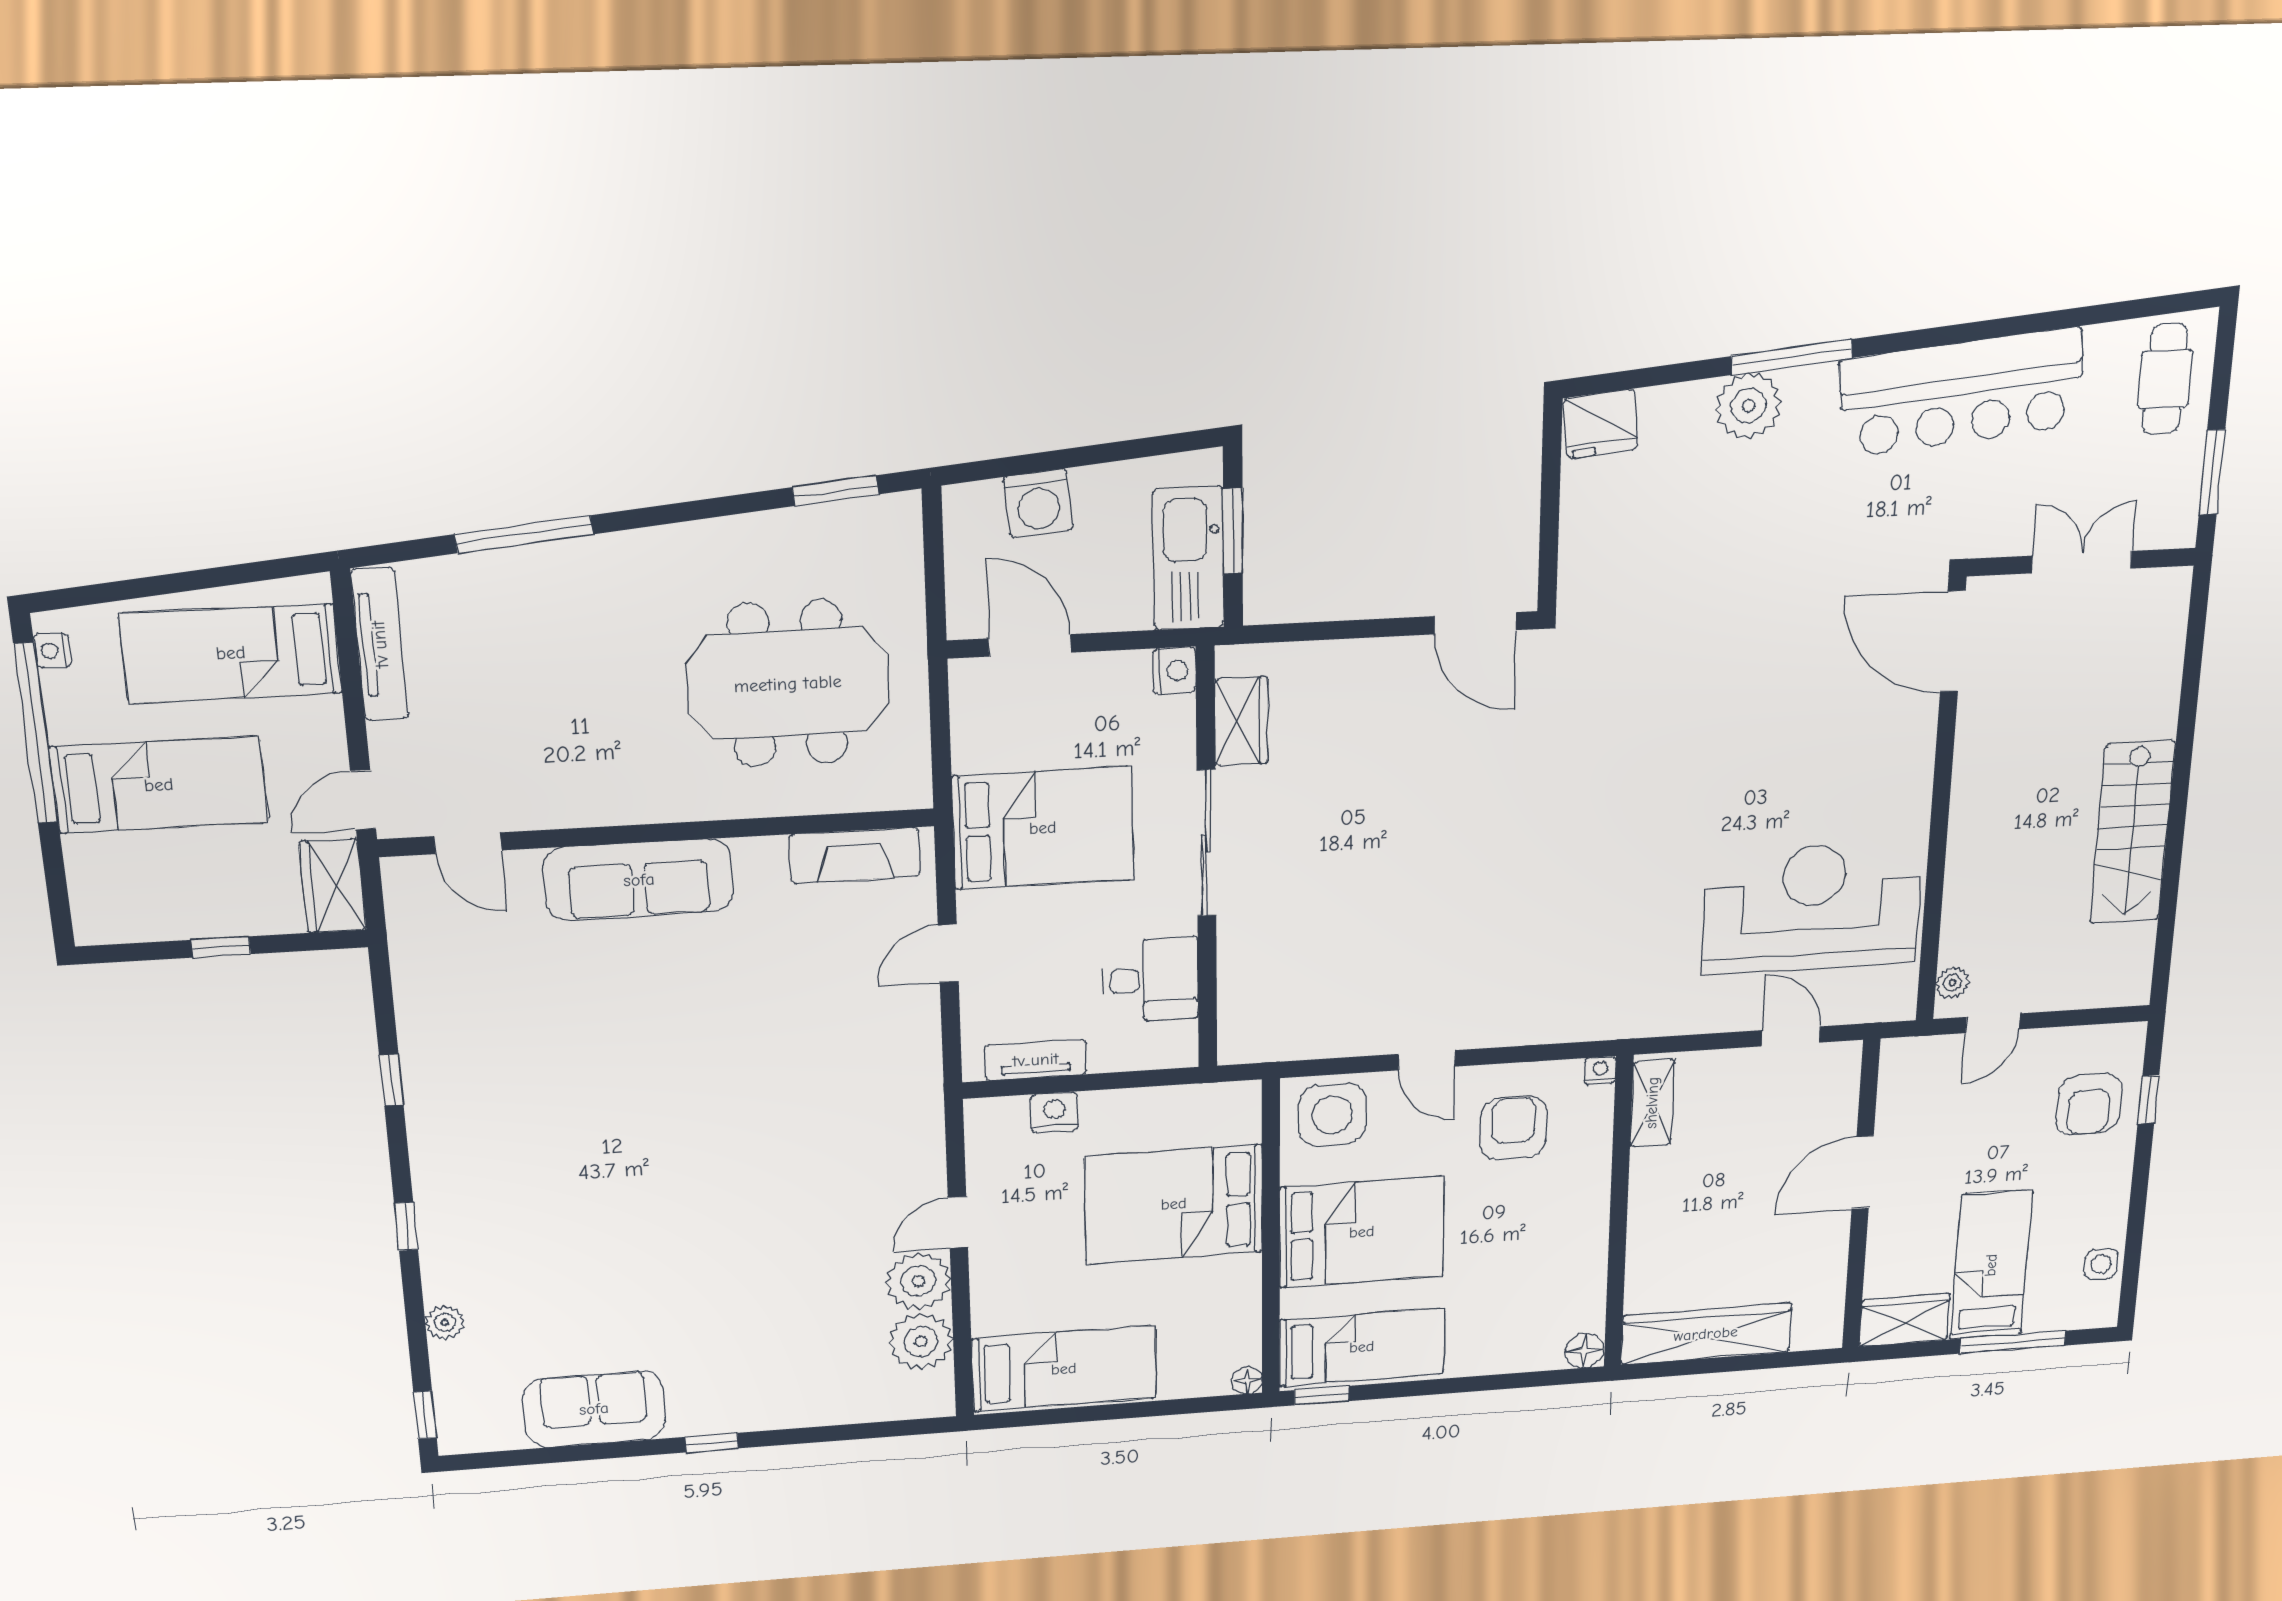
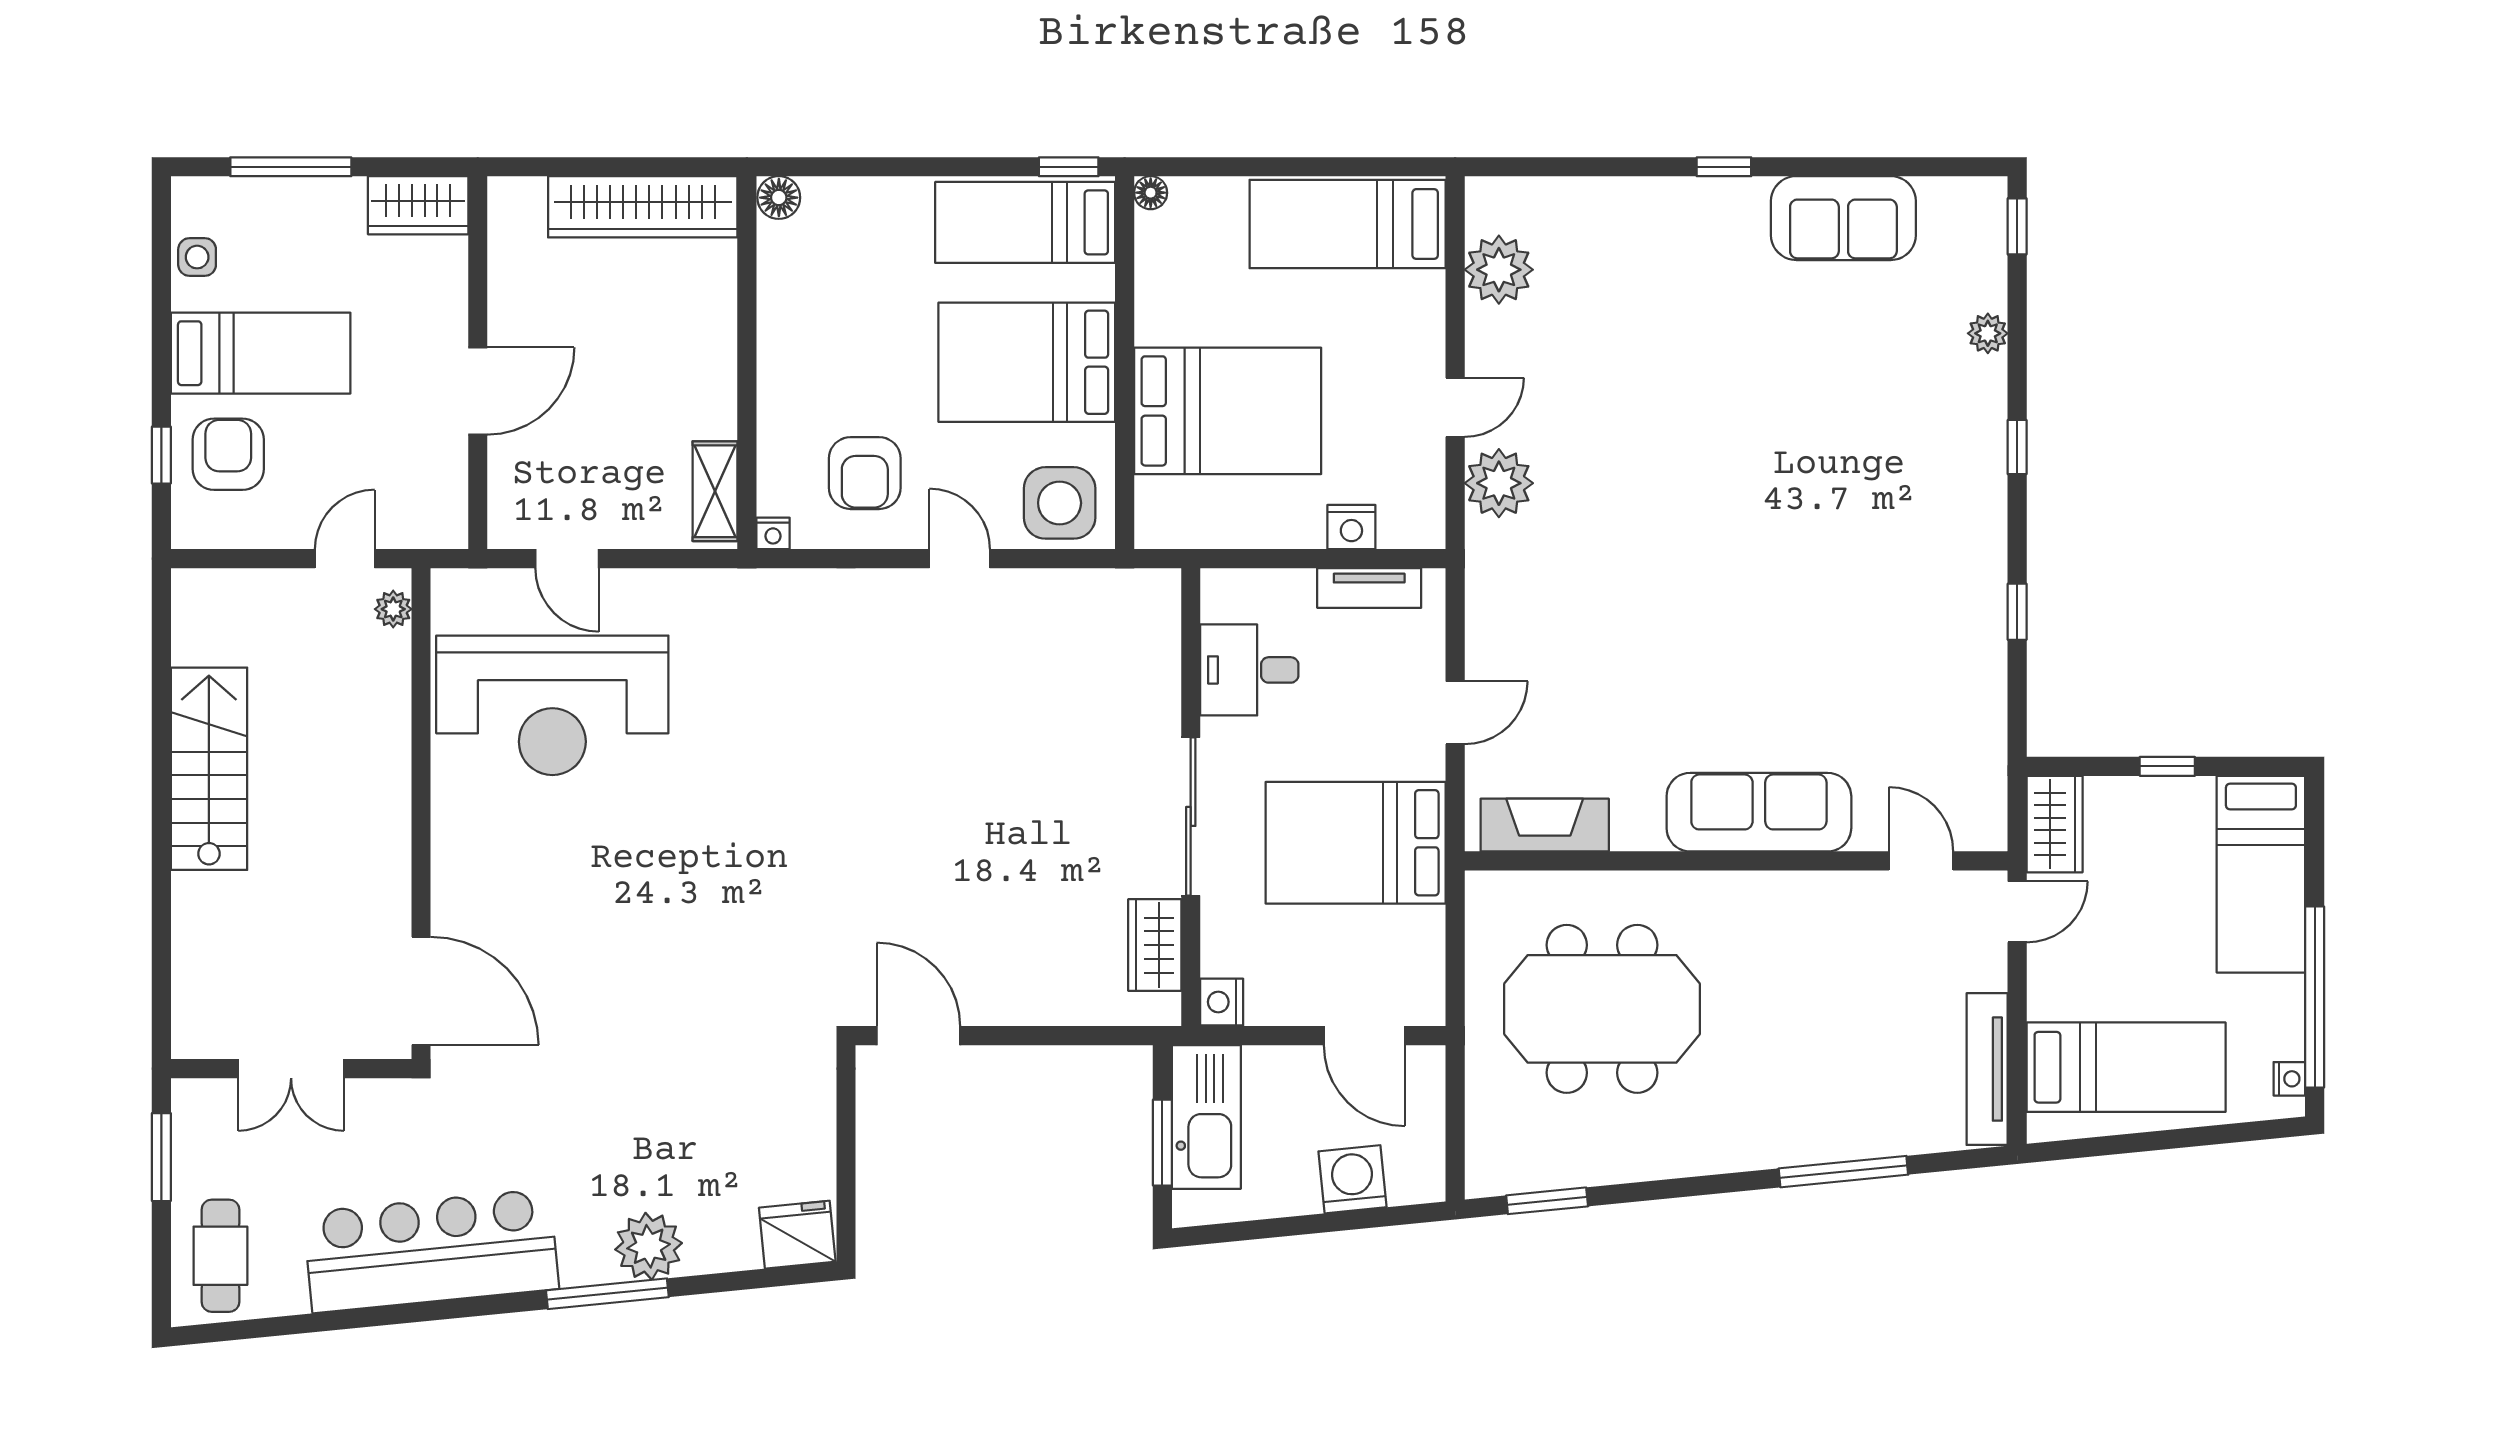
bed: (159, 785) -> (2261, 874), moved, turned -90
bed: (1991, 1265) -> (261, 353), moved, turned -90
plant: (918, 1281) -> (1499, 483), moved

